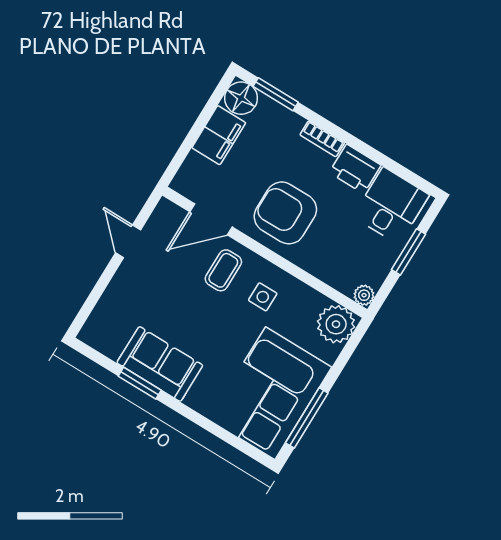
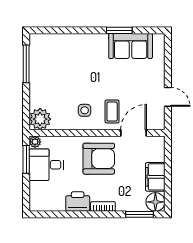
desk: (391, 206) -> (46, 165), moved, turned 90
window: (408, 252) -> (26, 159), moved
sofa: (160, 364) -> (131, 46), moved
corner sofa: (270, 393) -> (52, 65), removed

